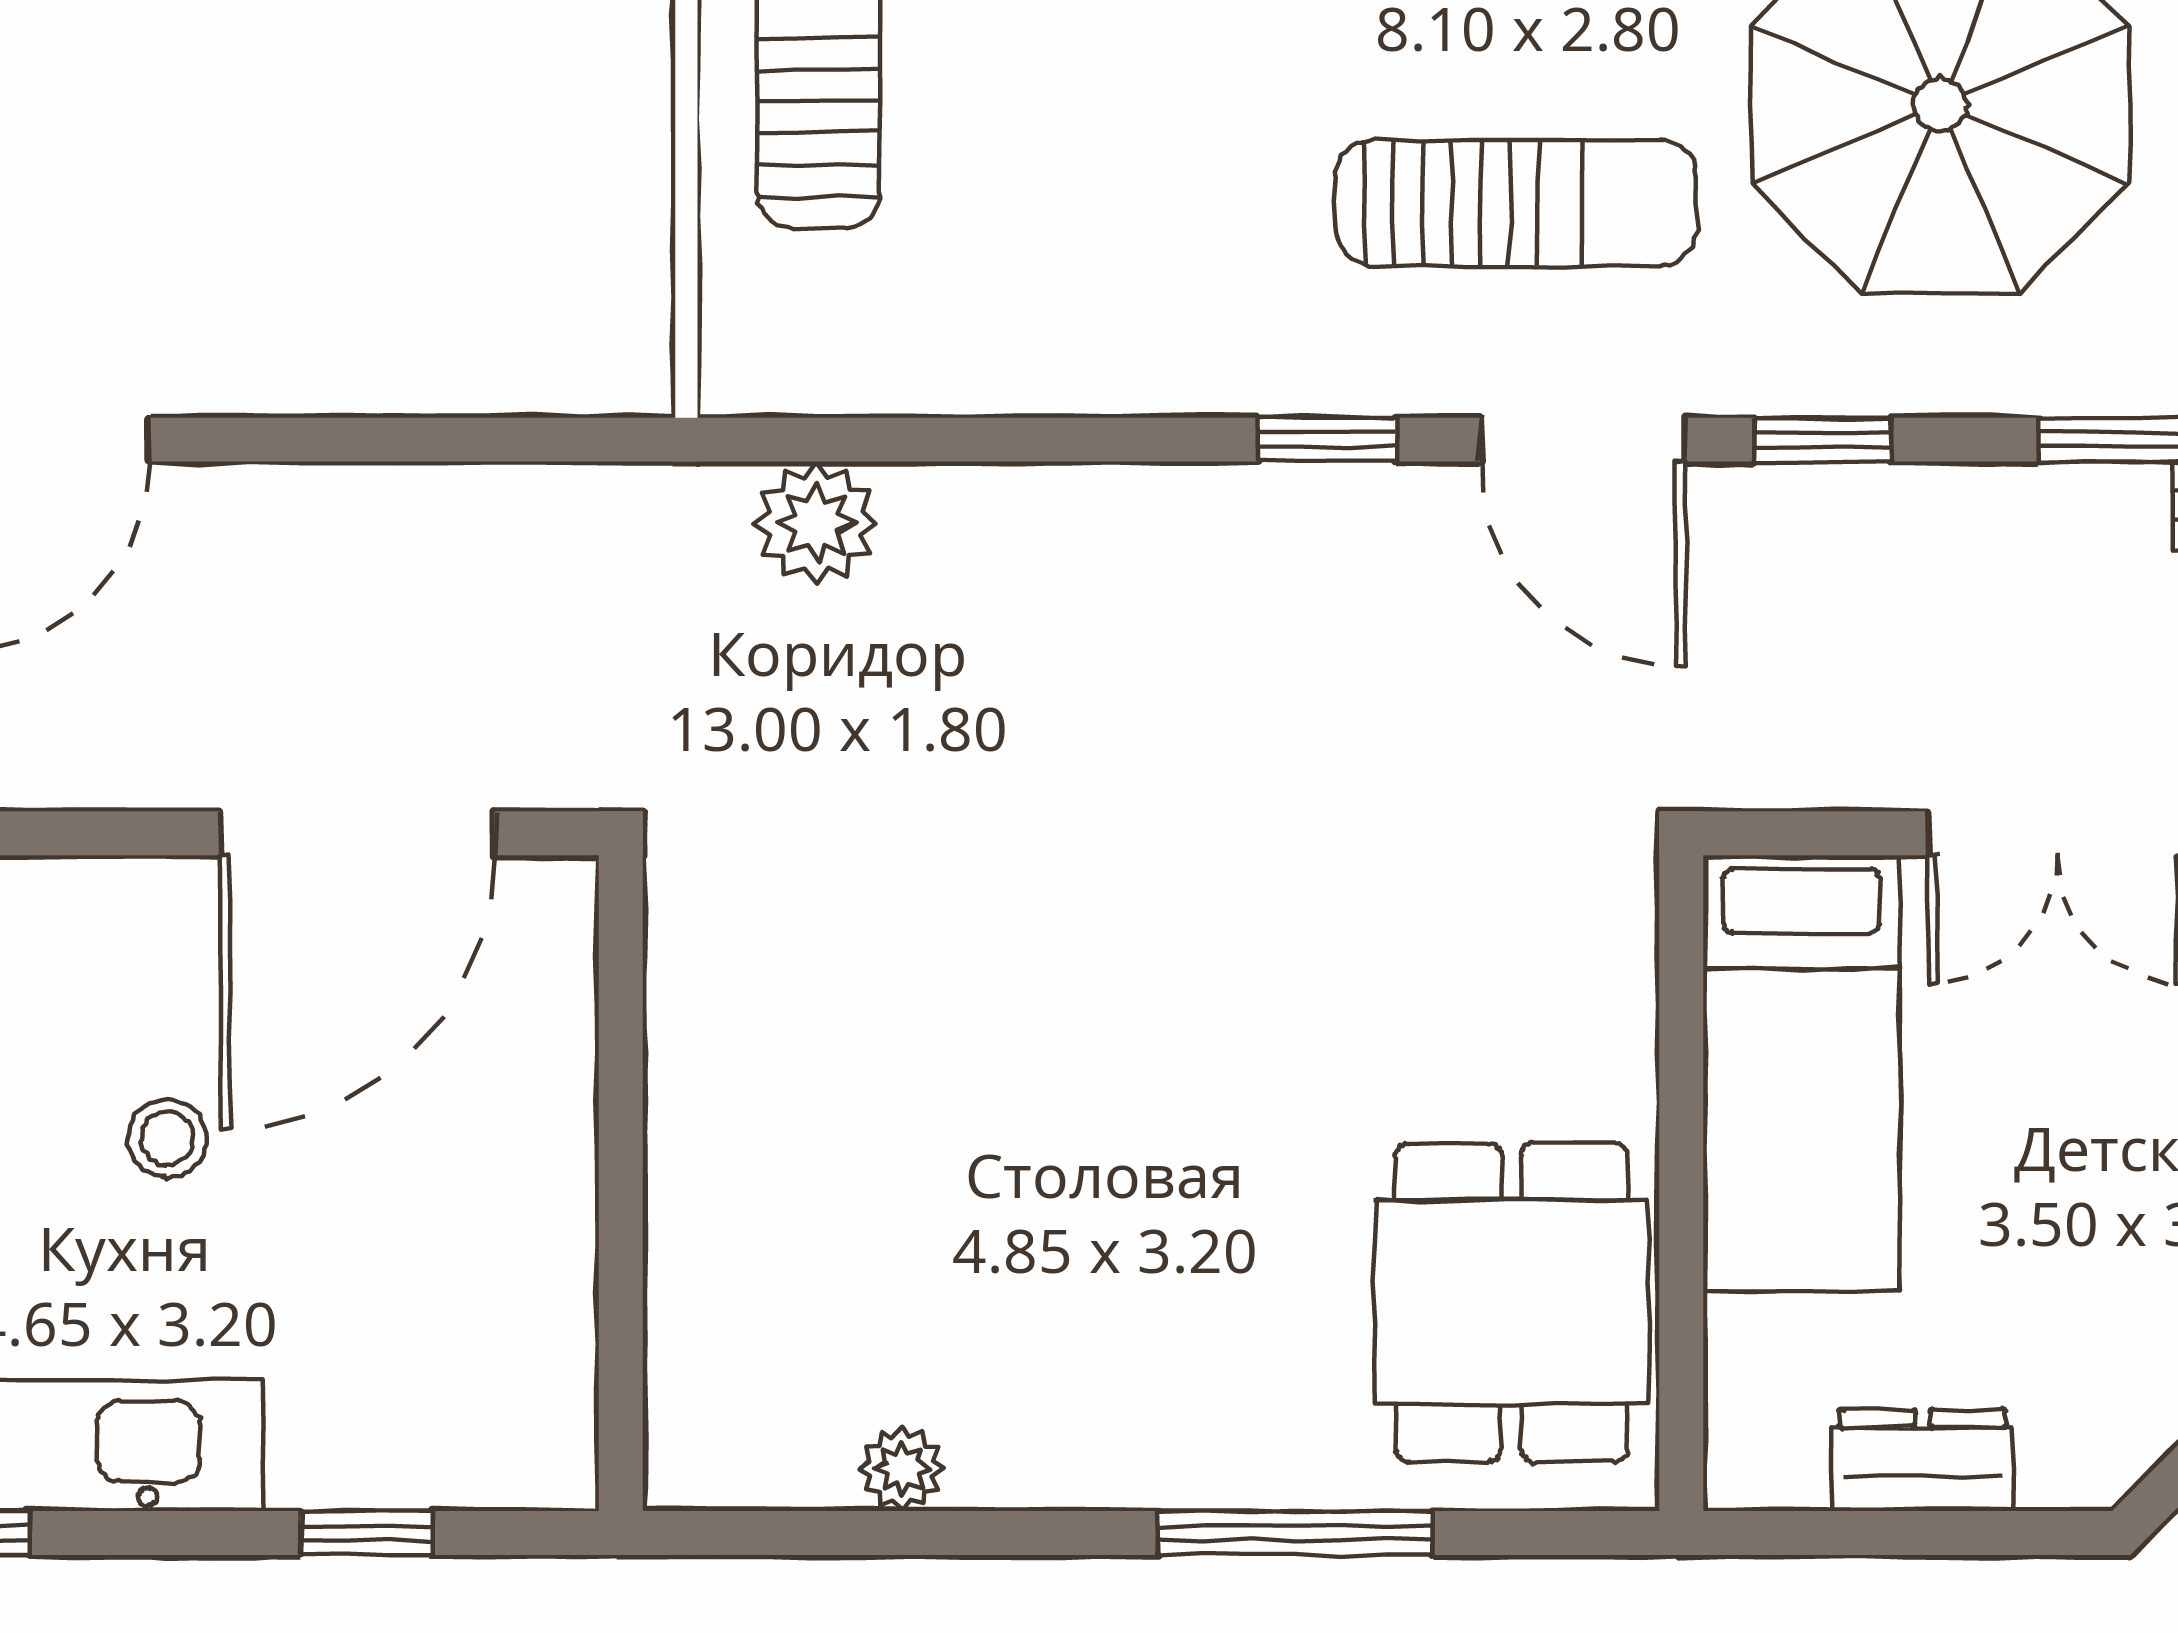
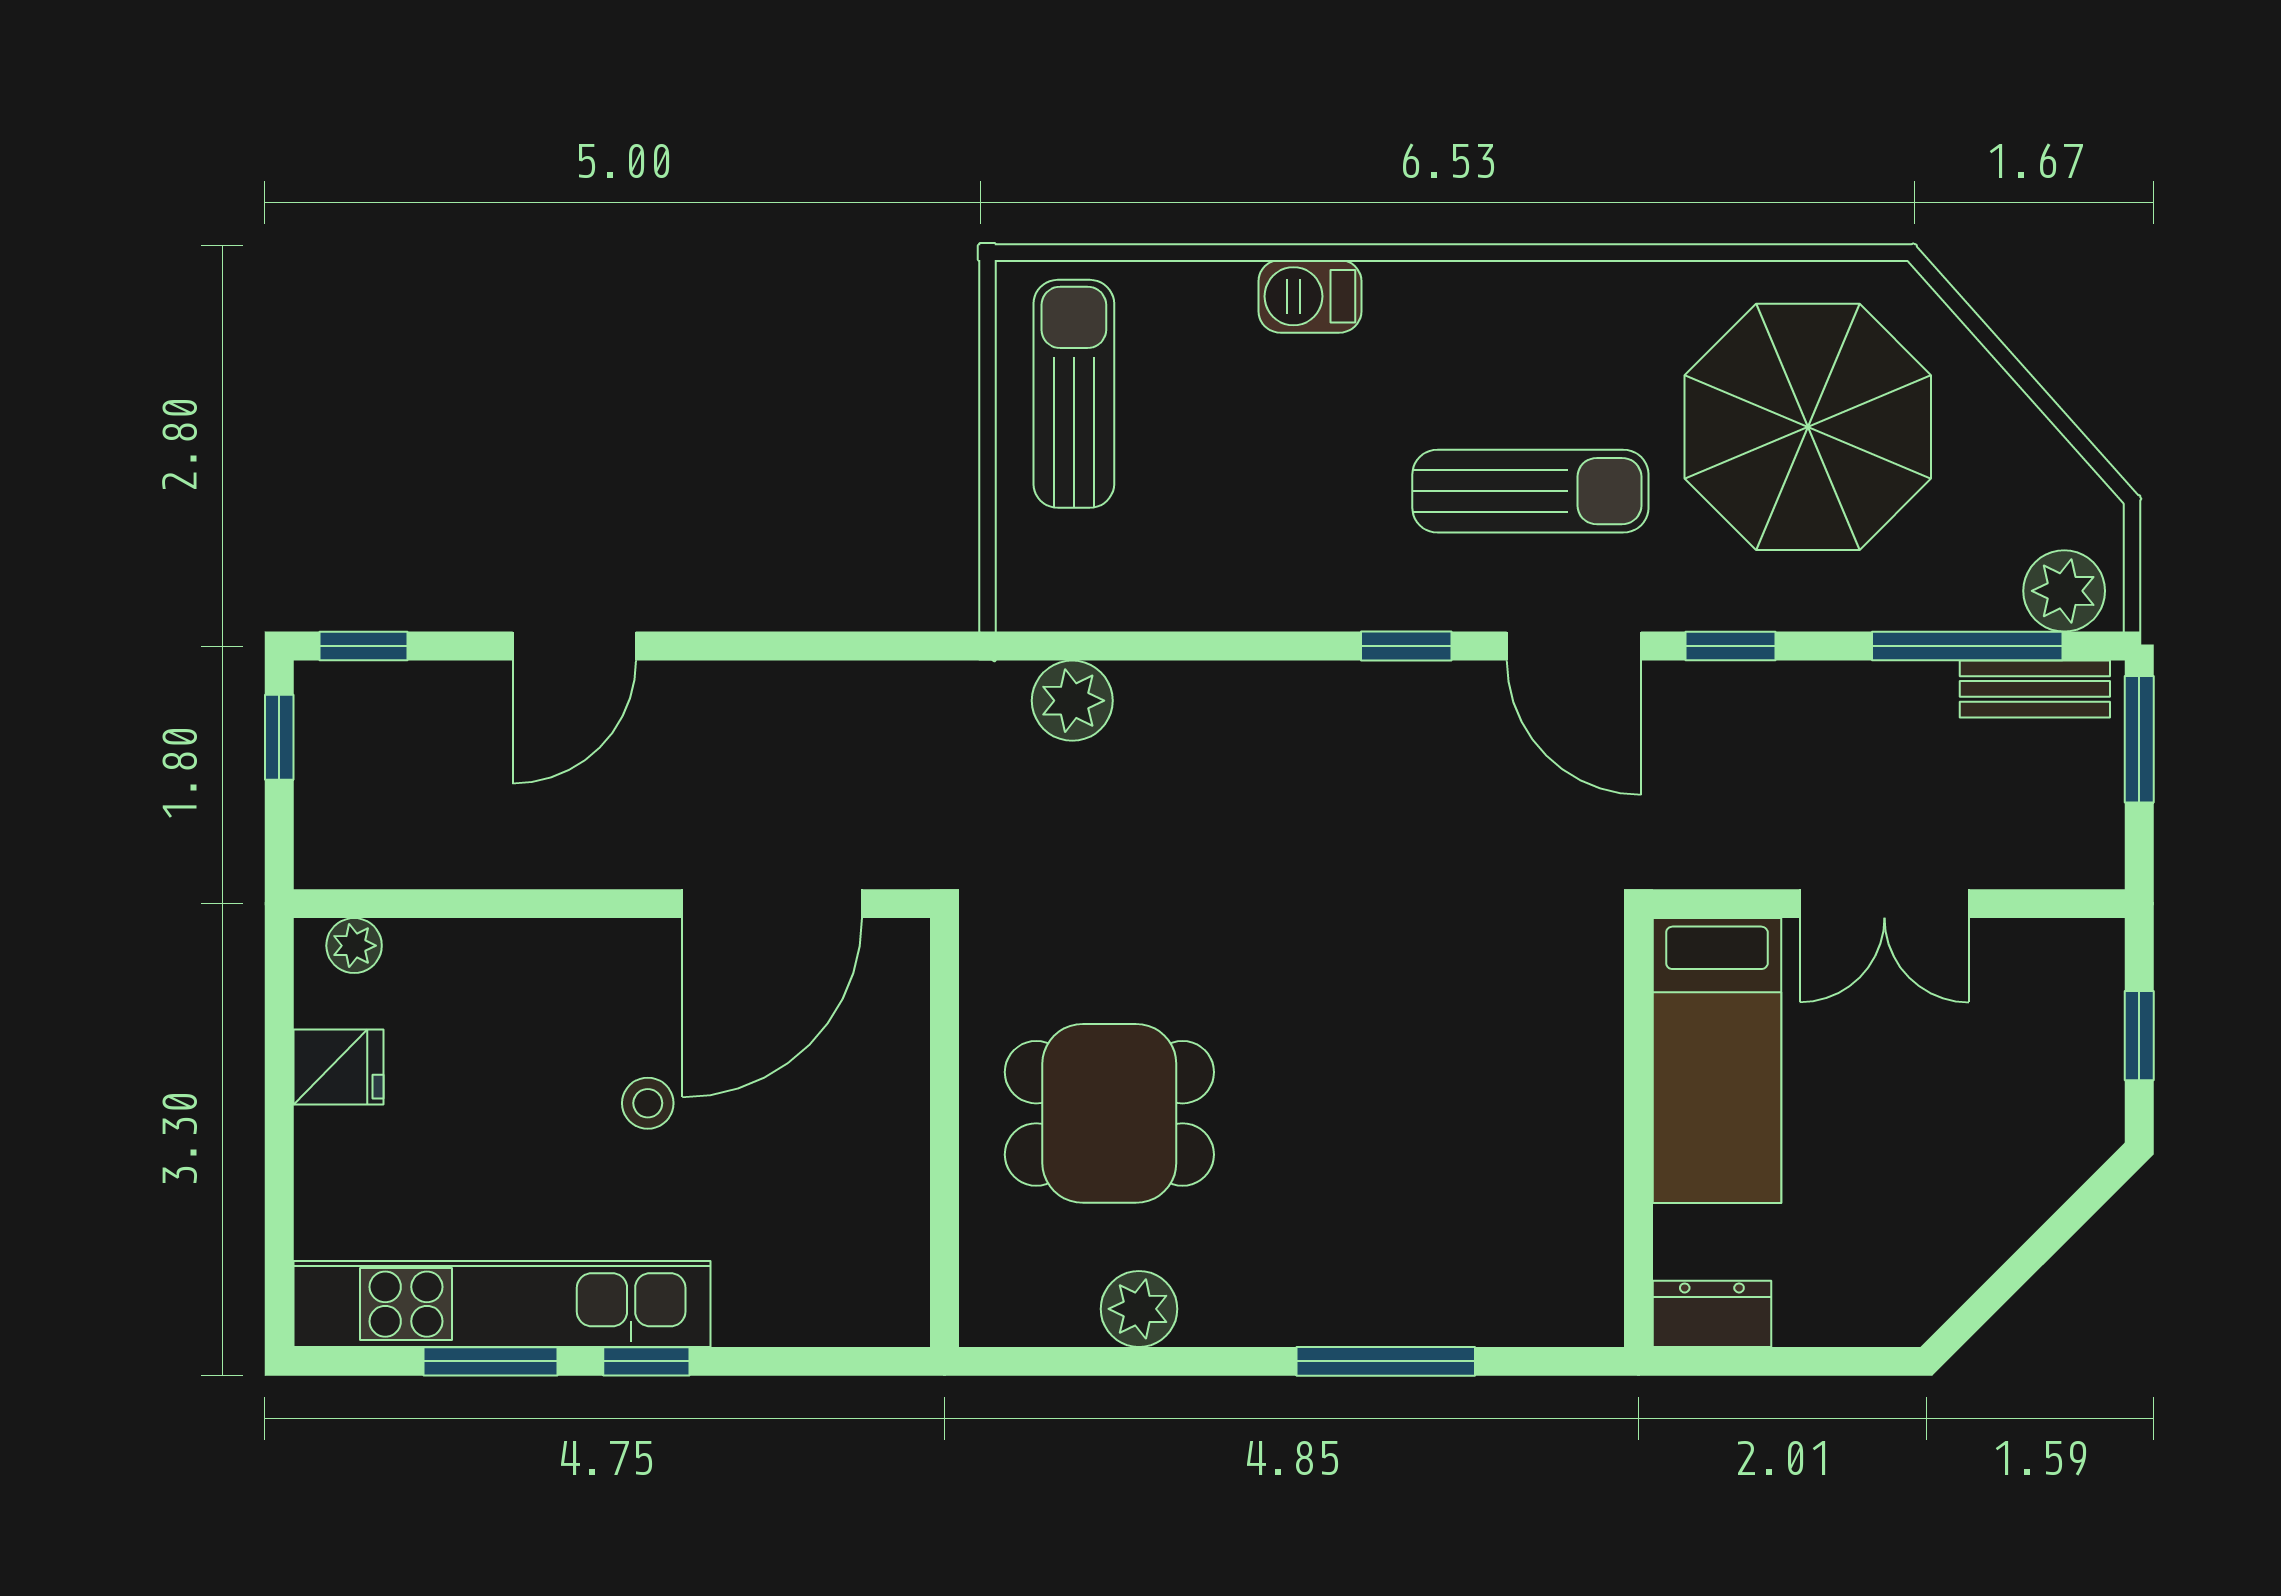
dining table: (1511, 1302) -> (1109, 1113), moved, turned 90
dresser: (1923, 1460) -> (1712, 1314), moved
plant: (902, 1469) -> (1139, 1309), width x1.38, depth x1.38
window: (367, 1533) -> (646, 1361), moved

